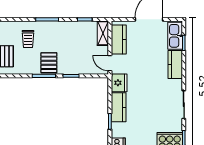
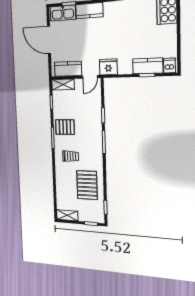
pallet: (49, 63) -> (65, 127), moved
kitchen counter: (119, 107) -> (148, 66), moved

